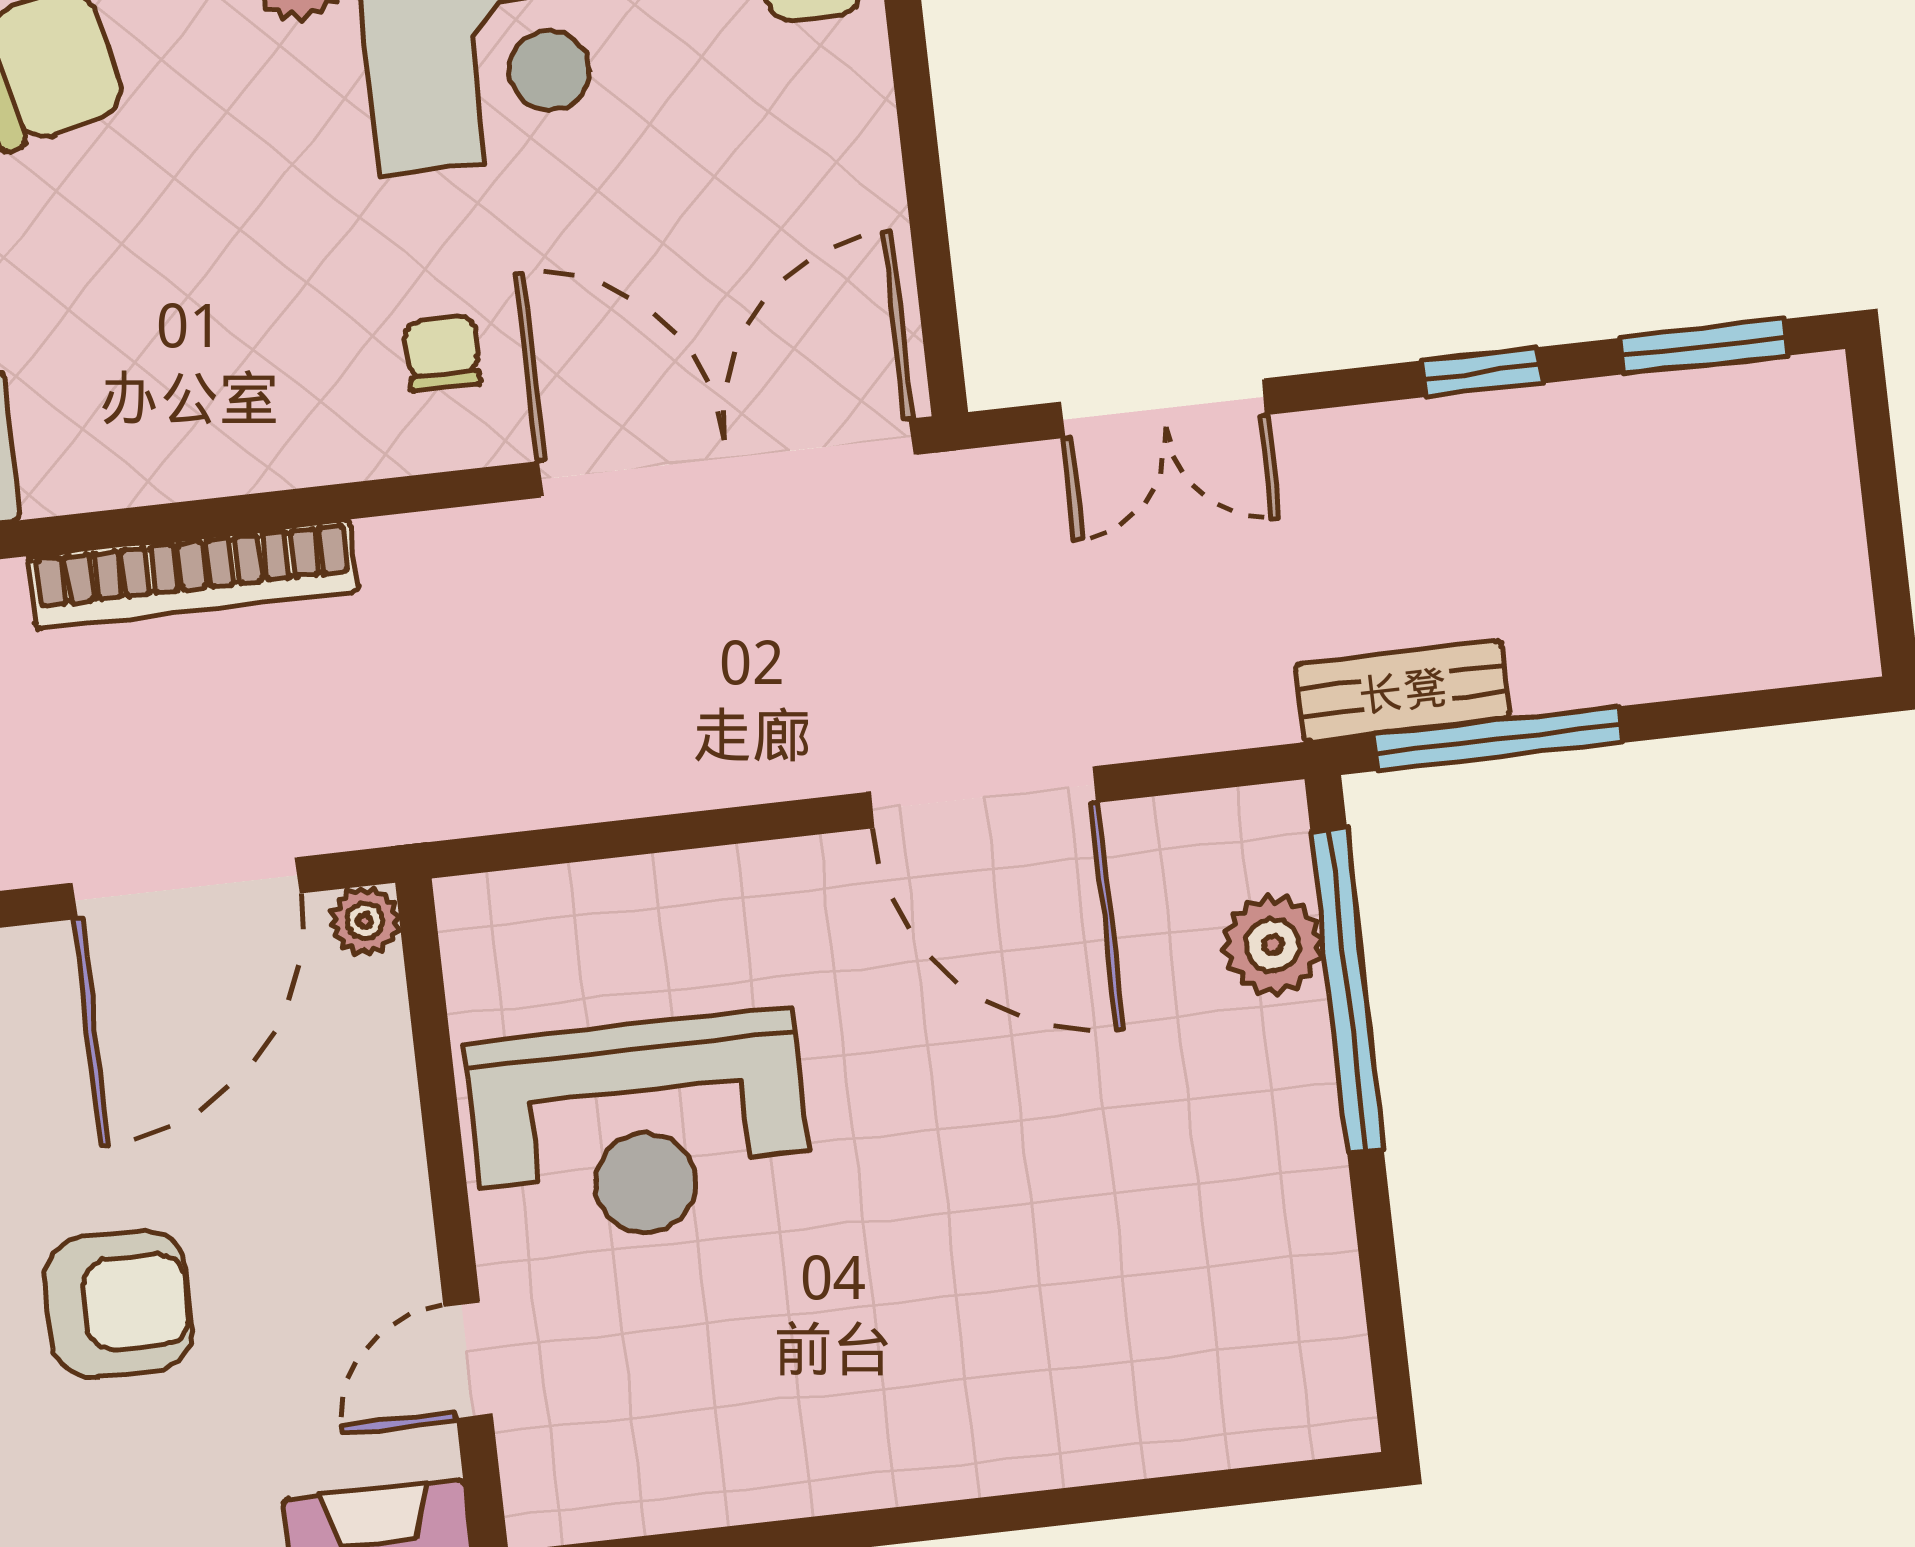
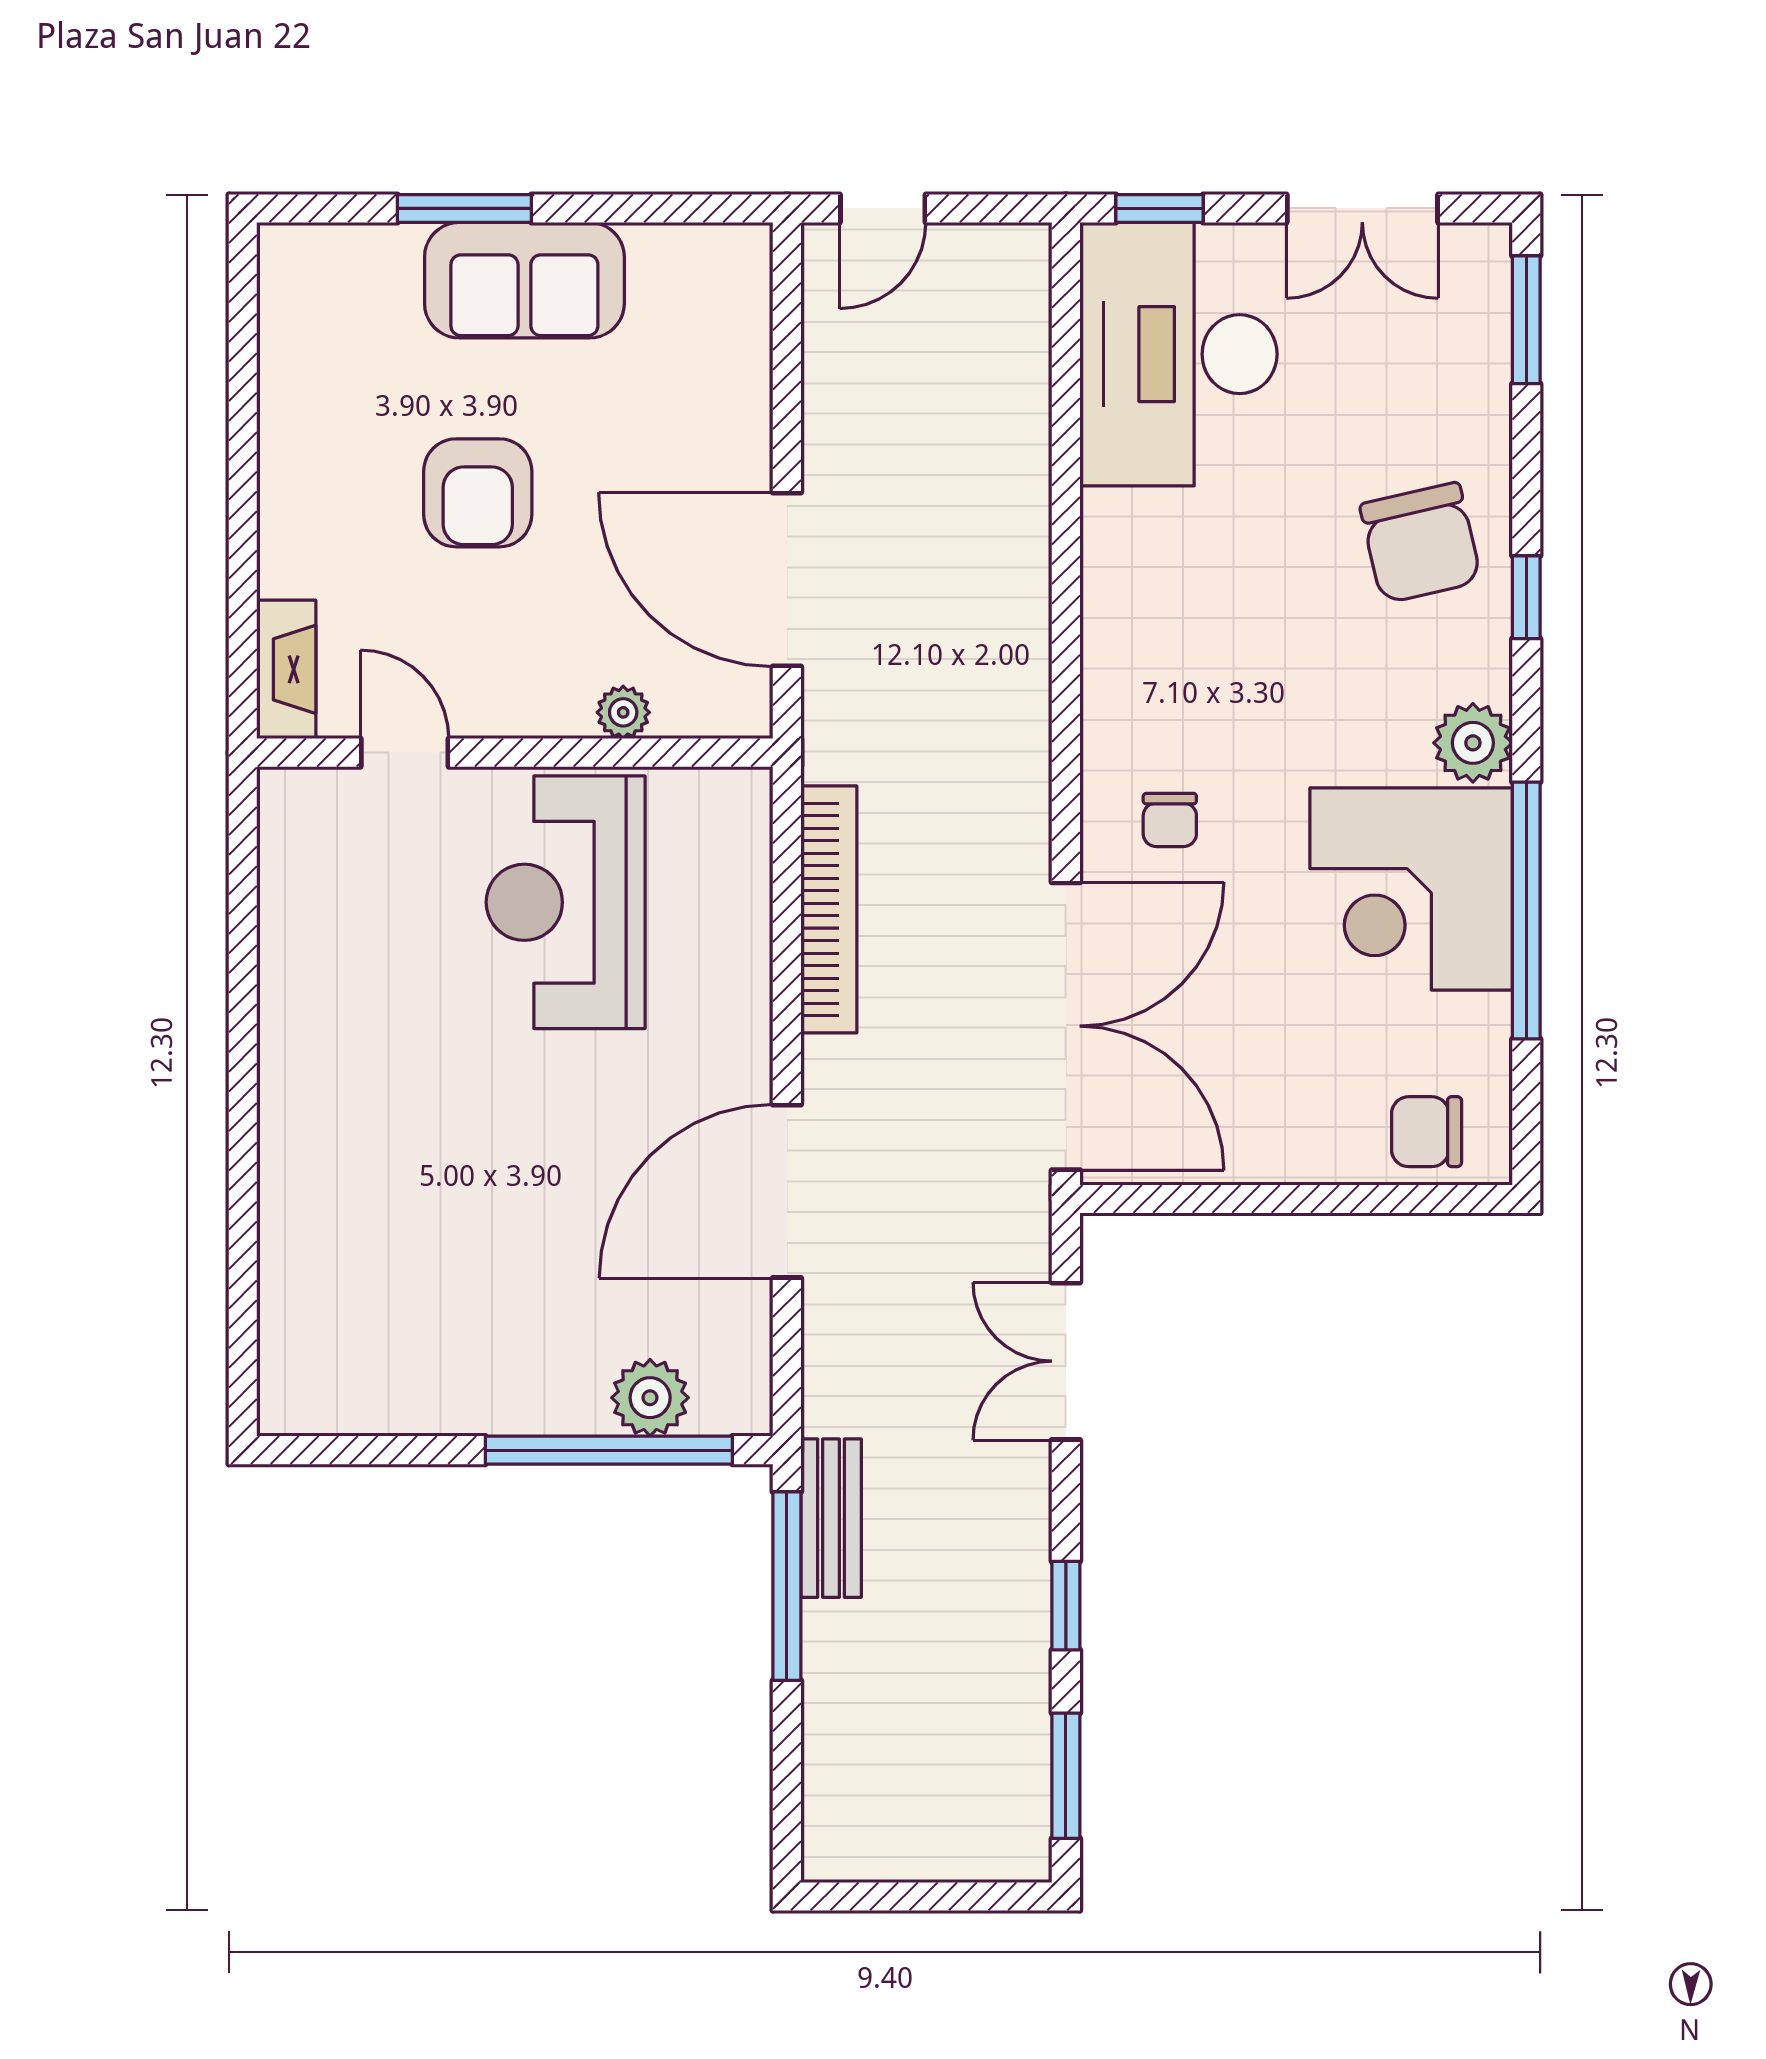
chair: (442, 353) -> (1170, 820), turned 90
bookcase: (193, 574) -> (829, 909), moved, turned 180
plant: (365, 921) -> (623, 712), moved

